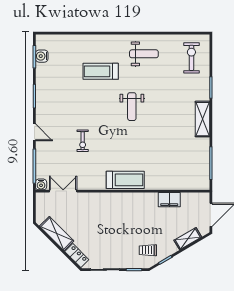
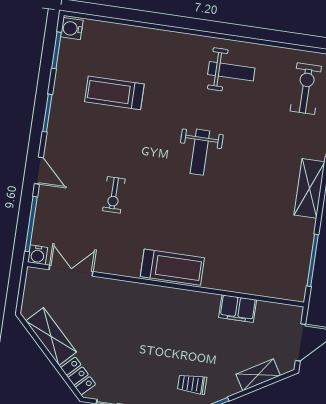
water cooler: (42, 56) -> (72, 29), moved
treadmill: (101, 71) -> (114, 93), moved

